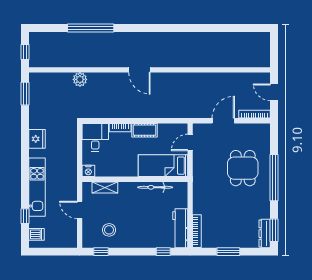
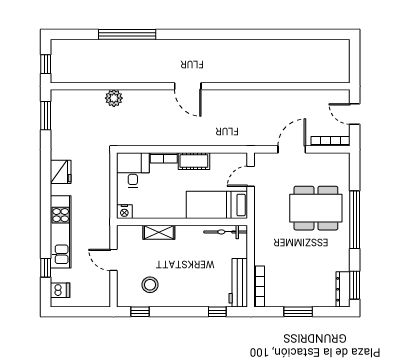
dining table: (243, 168) -> (316, 208), width x1.38
shelving: (105, 187) -> (159, 232), moved
bicycle: (155, 187) -> (226, 232), moved

